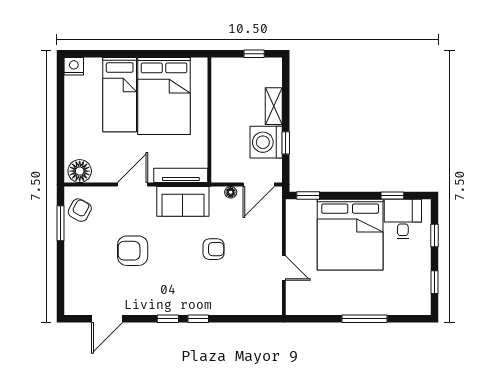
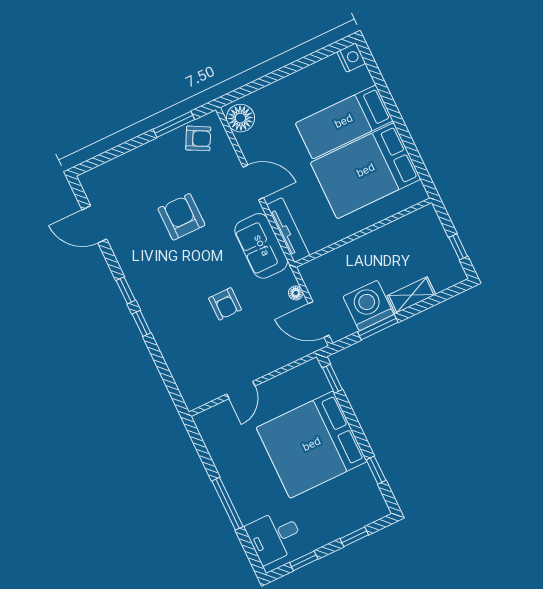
window: (286, 143) -> (378, 327), width x1.50
desk: (403, 219) -> (275, 536), moved, turned 180

